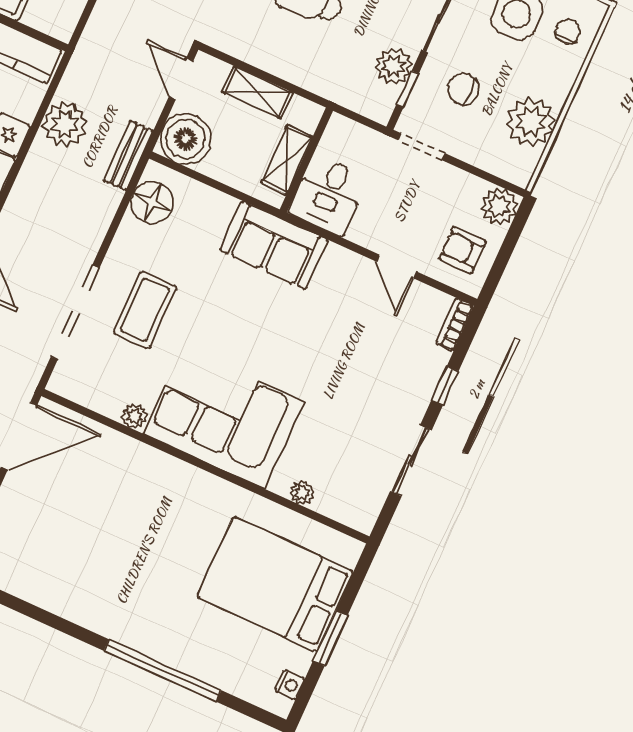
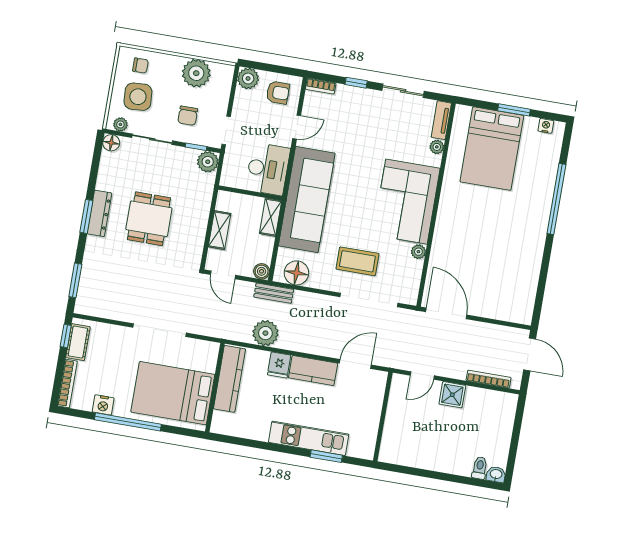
chair: (568, 32) -> (140, 66), turned 180
plant: (394, 66) -> (208, 162), moved
door: (181, 79) -> (223, 275), hinge flipped
boiler: (186, 139) -> (262, 271), width x0.54, depth x0.54
shelving: (287, 160) -> (271, 217), moved, turned 90
desk: (328, 195) -> (268, 169), width x1.37
sofa: (274, 245) -> (307, 200), width x1.85, depth x1.27
armchair: (463, 250) -> (278, 93), turned -90
tv unit: (345, 512) -> (441, 120), added

